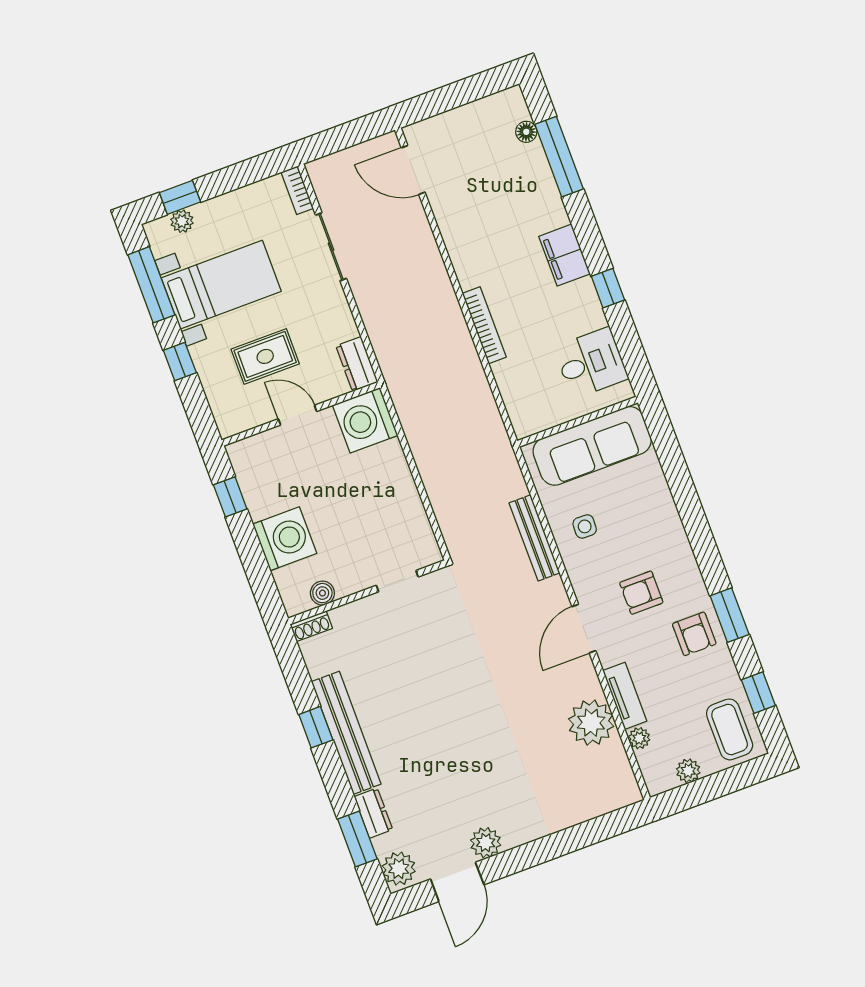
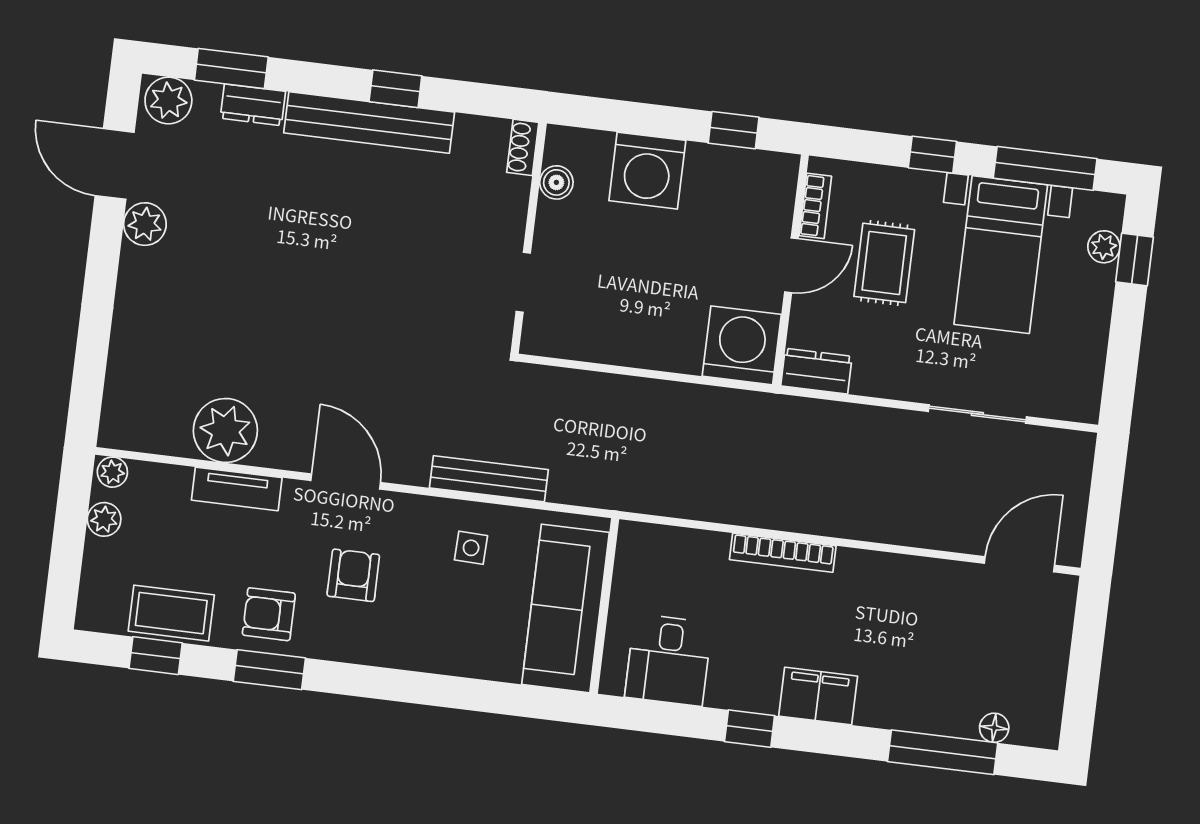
bookcase: (297, 190) -> (815, 206), moved, turned 90
coffee table: (730, 729) -> (171, 613), moved
plant: (639, 738) -> (112, 472), moved

